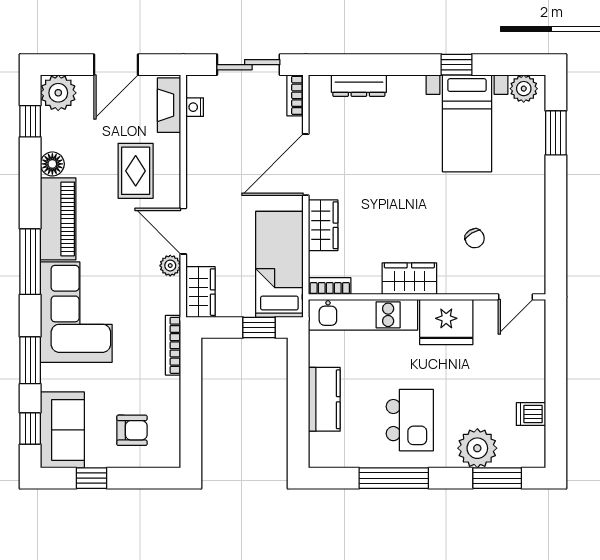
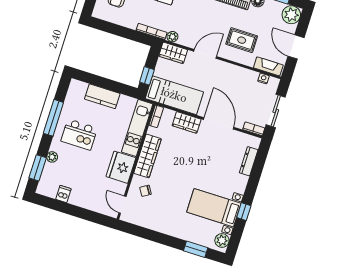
chair: (475, 238) -> (145, 191), moved
plant: (170, 266) -> (172, 37), moved
wardrobe: (409, 279) -> (148, 156), width x1.50
plant: (477, 448) -> (52, 157), width x0.53, depth x0.53

